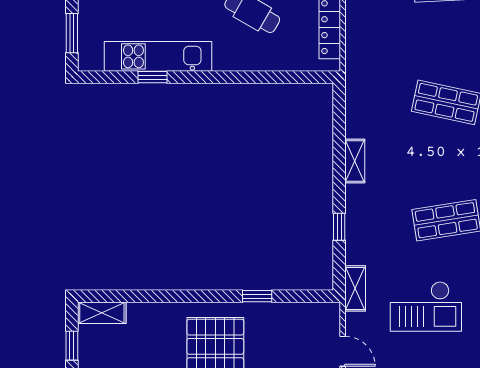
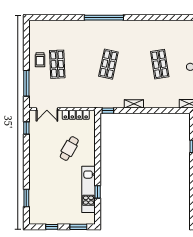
window: (339, 227) -> (108, 111), moved

